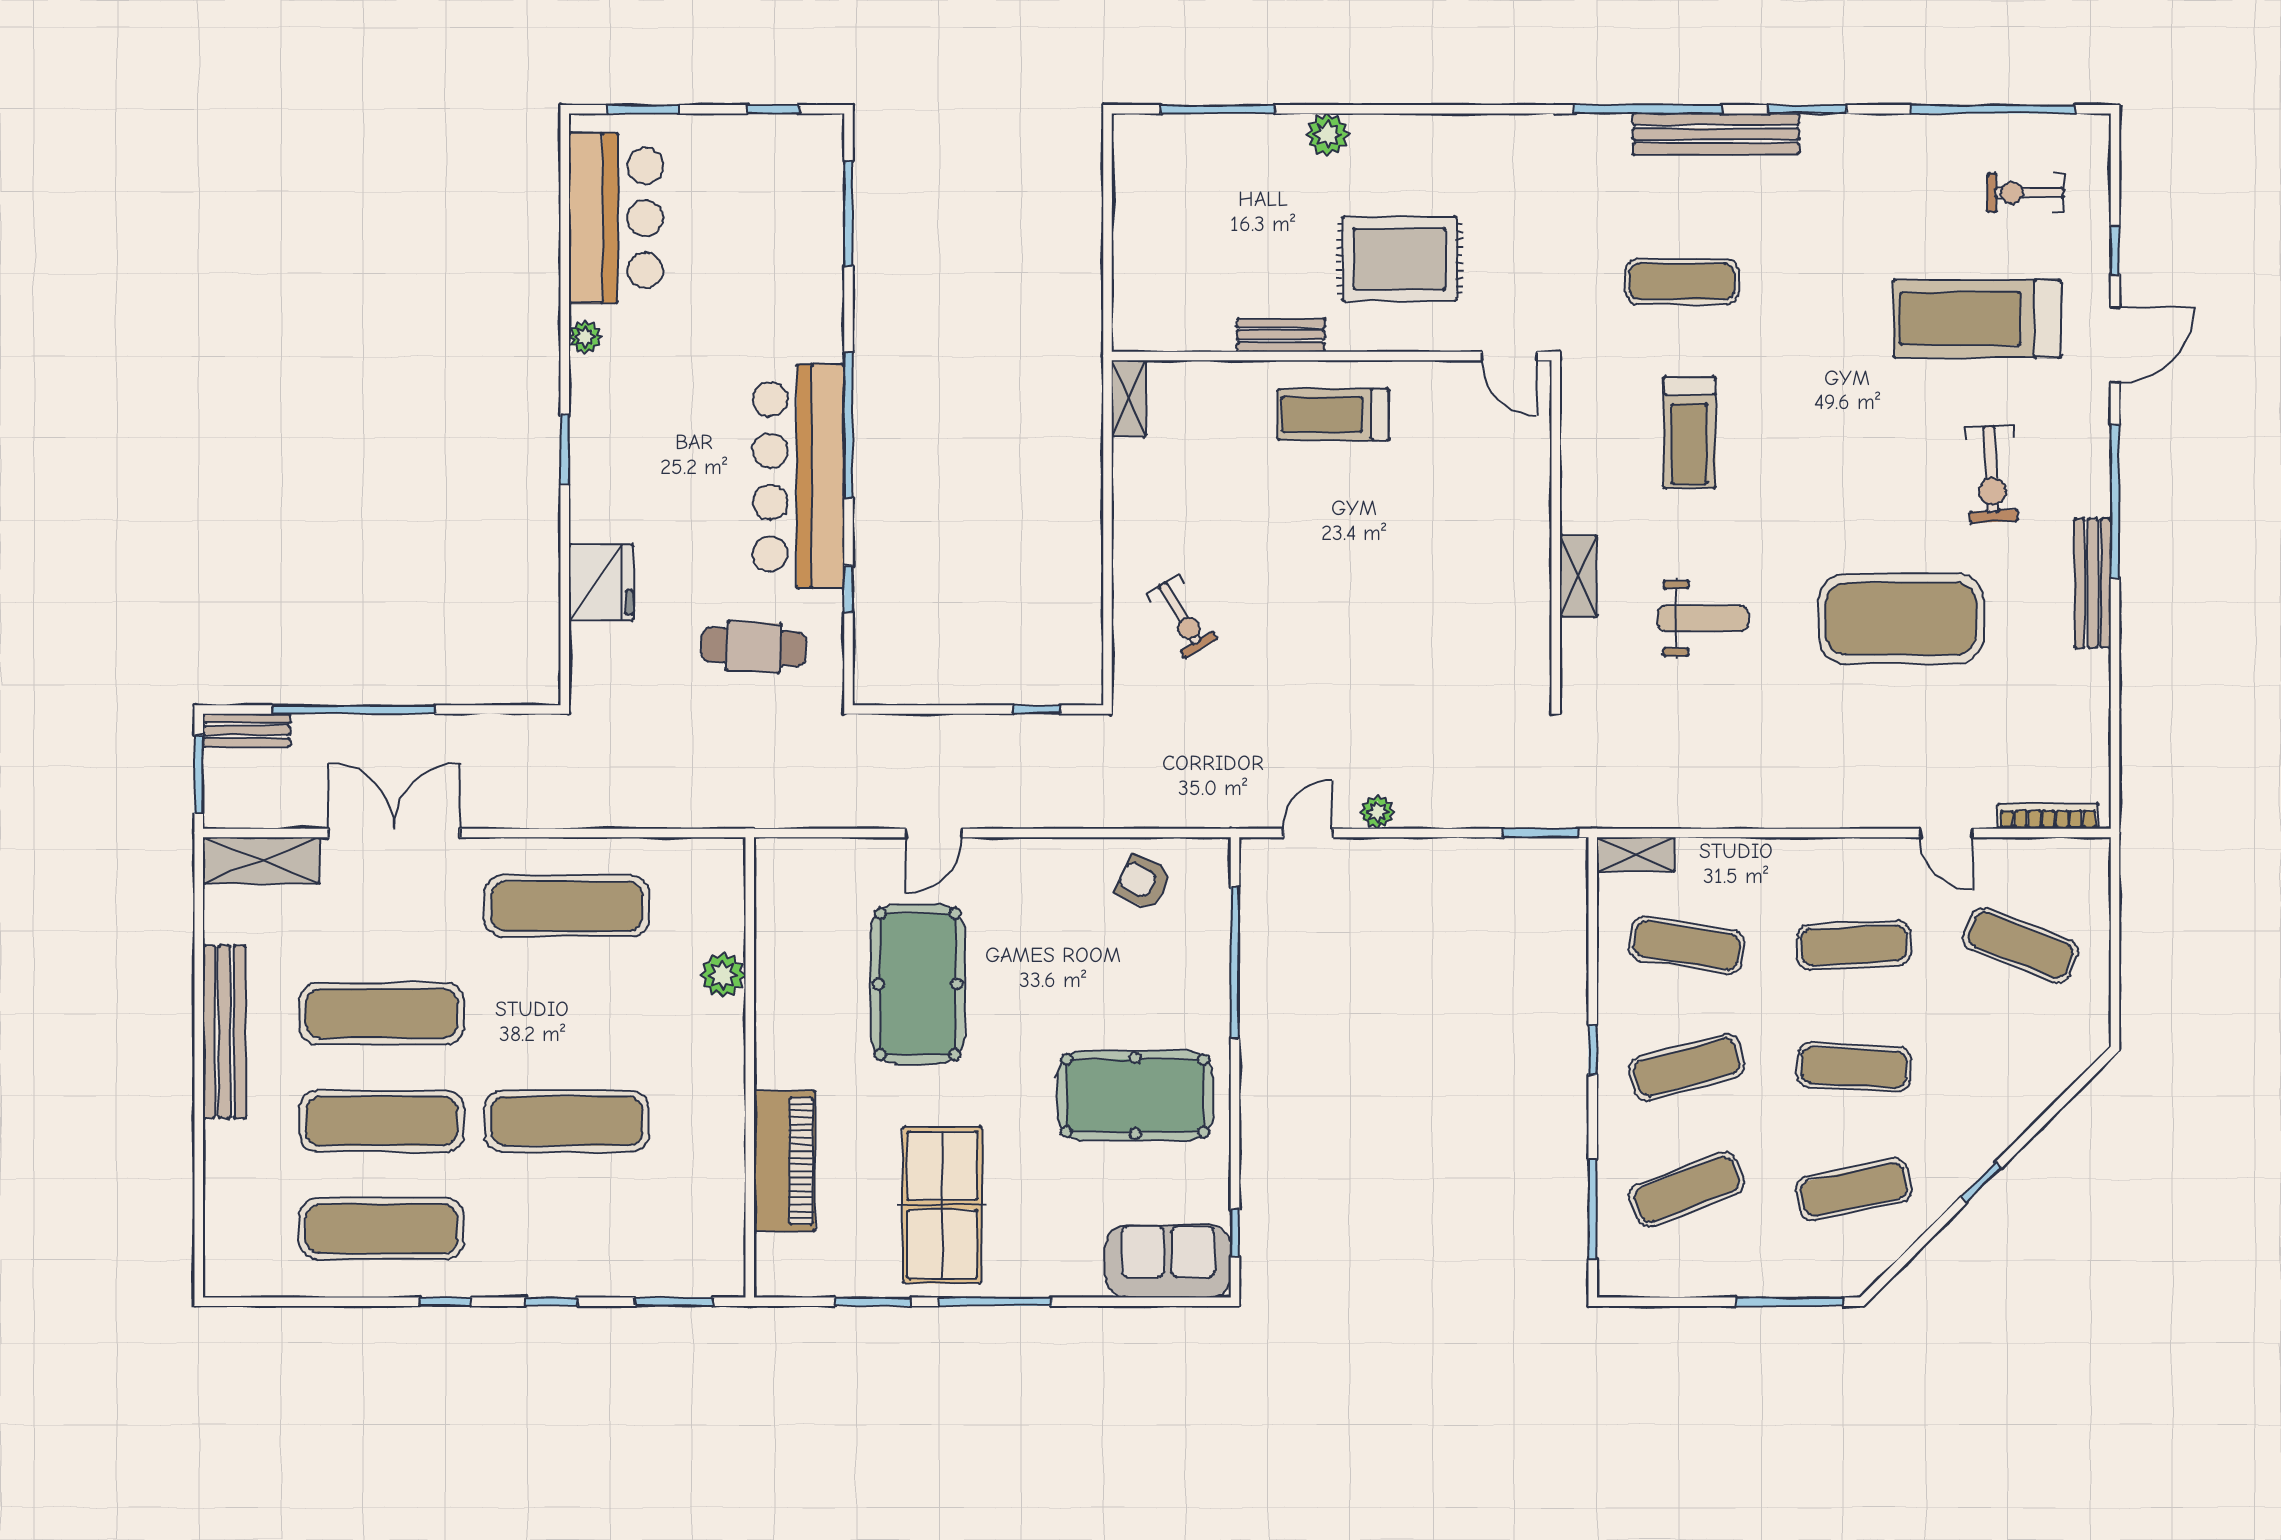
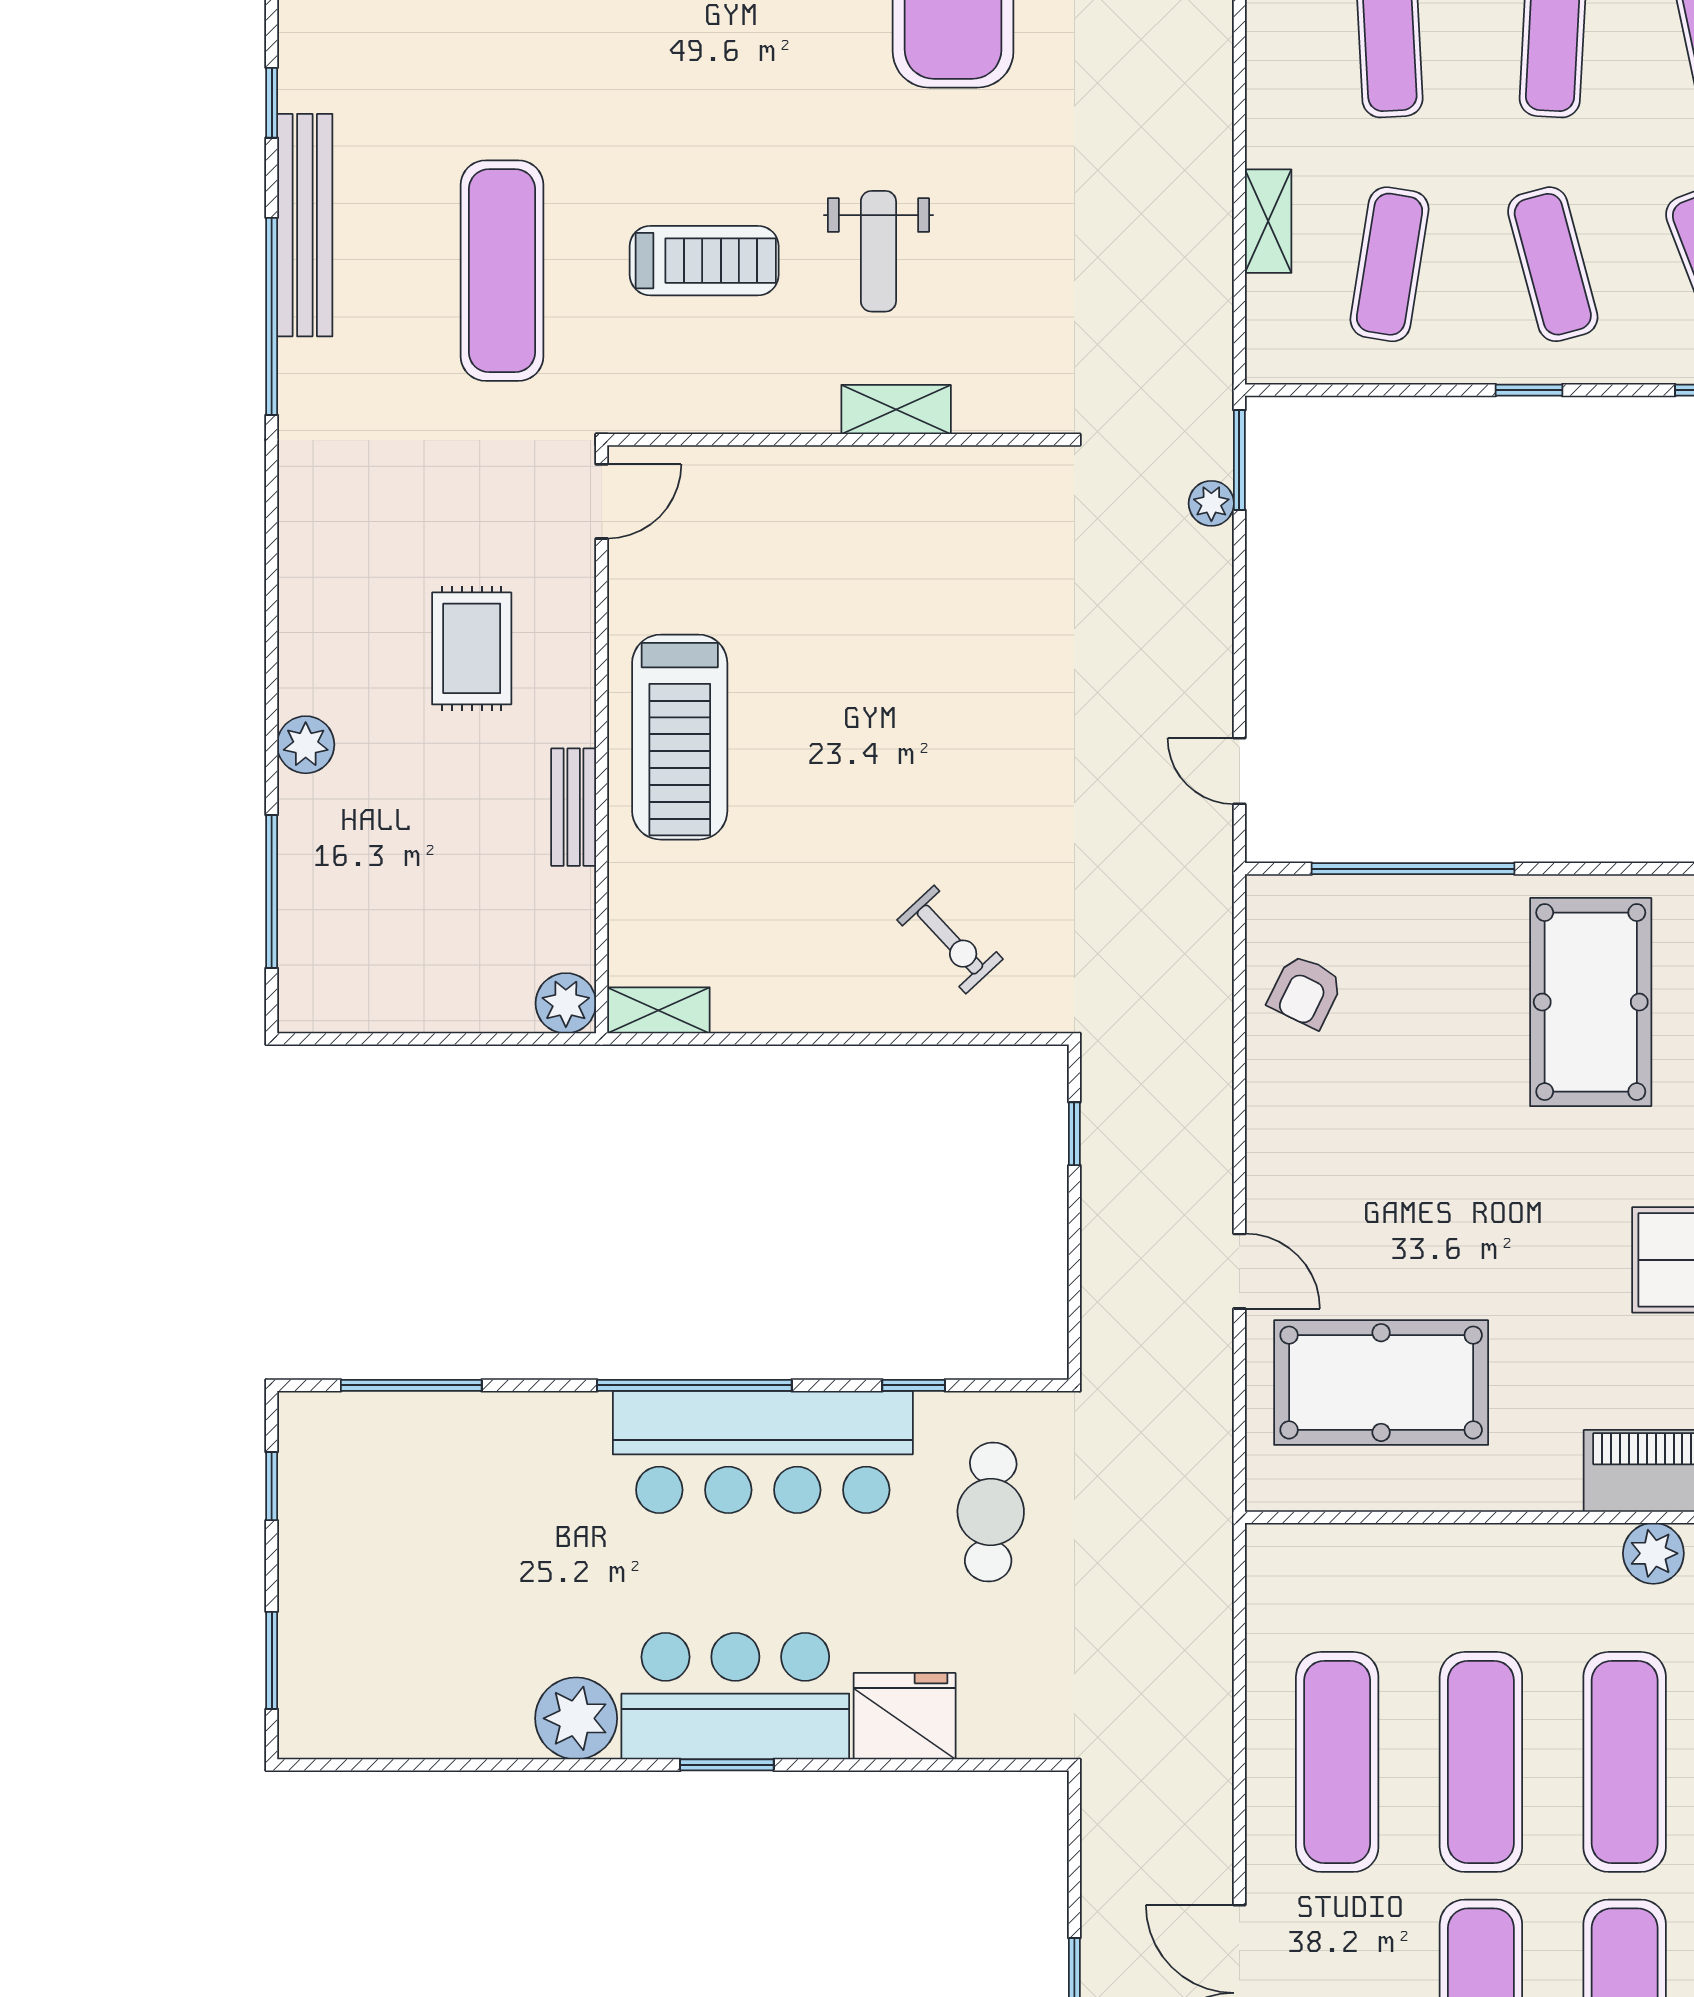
window: (1808, 109) -> (272, 103), width x0.67
bar counter: (616, 218) -> (735, 1696), moved
rug: (1400, 259) -> (472, 648), width x0.73, depth x0.70
exercise mat: (1682, 282) -> (502, 271), width x1.36, depth x1.45
plant: (1134, 329) -> (566, 1003), added
plant: (585, 337) -> (576, 1718), width x1.88, depth x1.88
treadmill: (1333, 414) -> (680, 737), width x1.37, depth x1.38
exercise bike: (1182, 617) -> (950, 940), turned 78
weight bench: (1703, 618) -> (878, 251), moved, turned 180
plant: (1377, 812) -> (1211, 503), moved
shelving: (1635, 854) -> (1268, 221), moved
plant: (723, 975) -> (1653, 1553), moved
pool table: (918, 984) -> (1381, 1383), moved
exercise mat: (567, 1014) -> (1481, 1762), added

